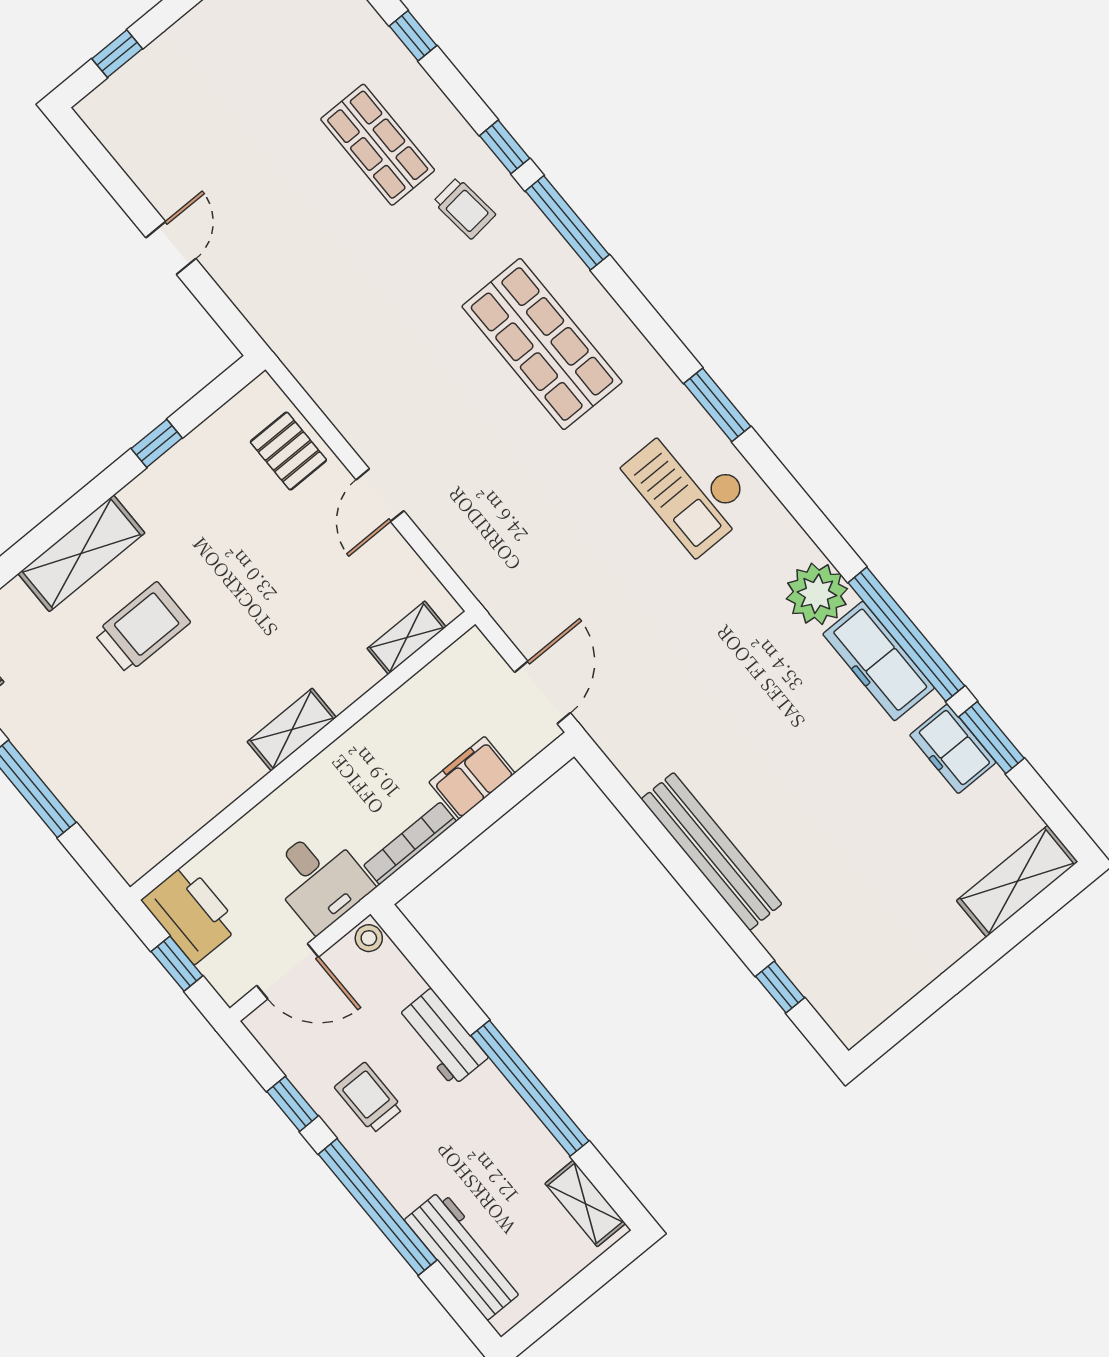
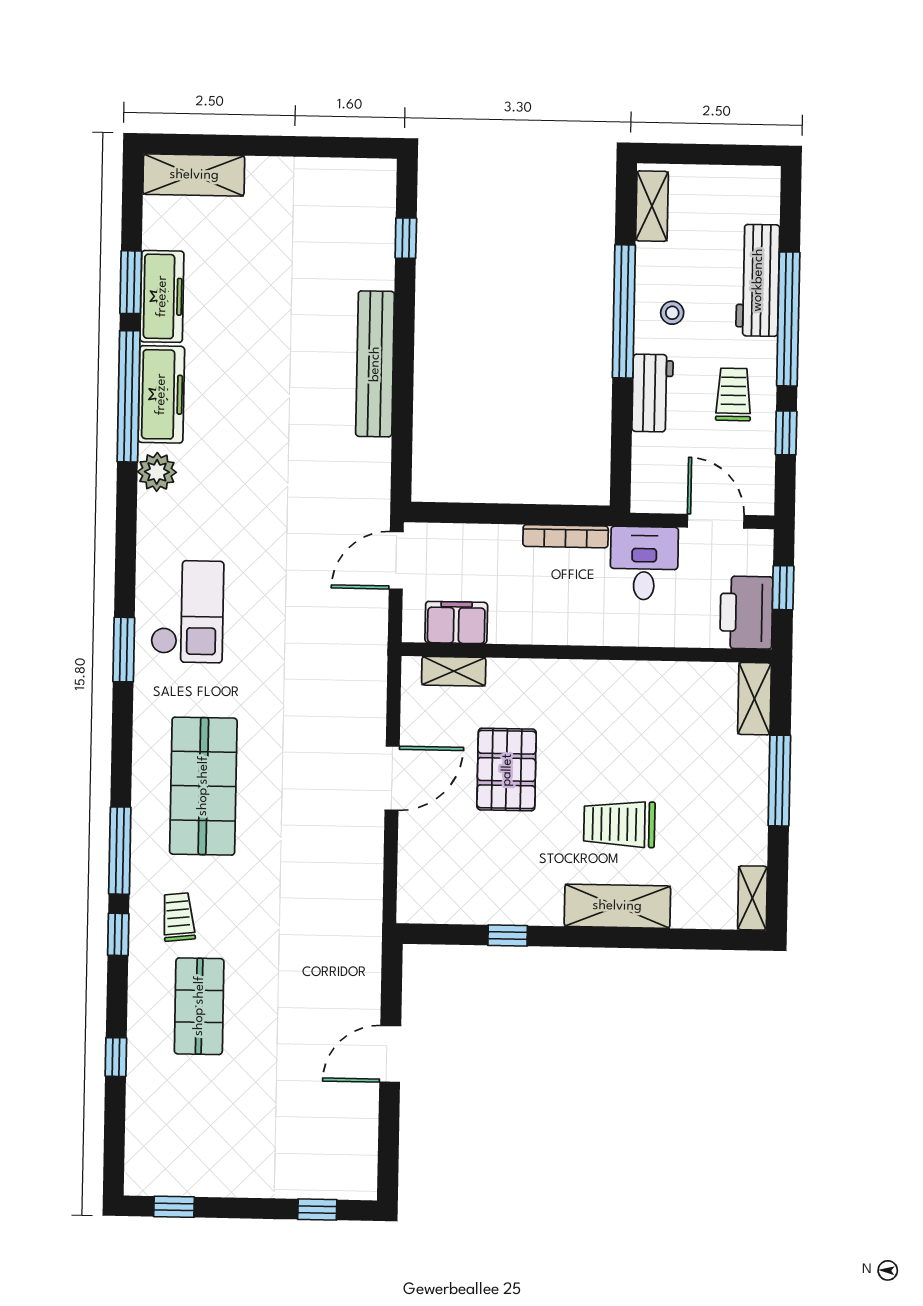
door: (171, 248) -> (390, 1054), width x1.38
pallet: (288, 451) -> (507, 770), moved, width x1.50, depth x1.42
door: (380, 495) -> (392, 778), width x1.38
plant: (817, 594) -> (157, 472), width x0.73, depth x0.73
shelving: (292, 730) -> (754, 699), moved, turned 90
freezer: (953, 749) -> (162, 296), width x1.40
filing cabinet: (472, 778) -> (456, 623), moved, turned 180
stool: (369, 938) -> (672, 313), moved
trolley: (369, 1098) -> (733, 394), turned 180
workbench: (464, 1255) -> (758, 280), moved

